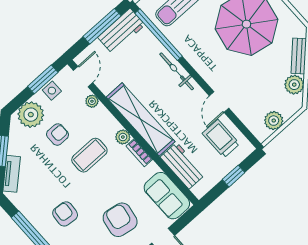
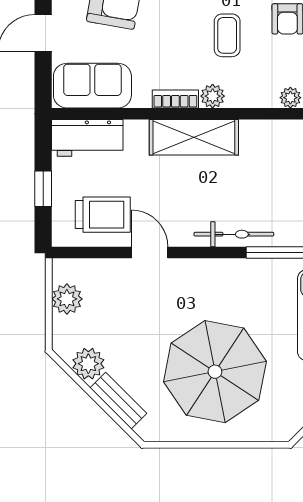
shelving: (141, 119) -> (194, 137), width x0.68
coffee table: (89, 155) -> (227, 35), width x0.73, depth x0.77
workbench: (183, 166) -> (87, 138), moved

